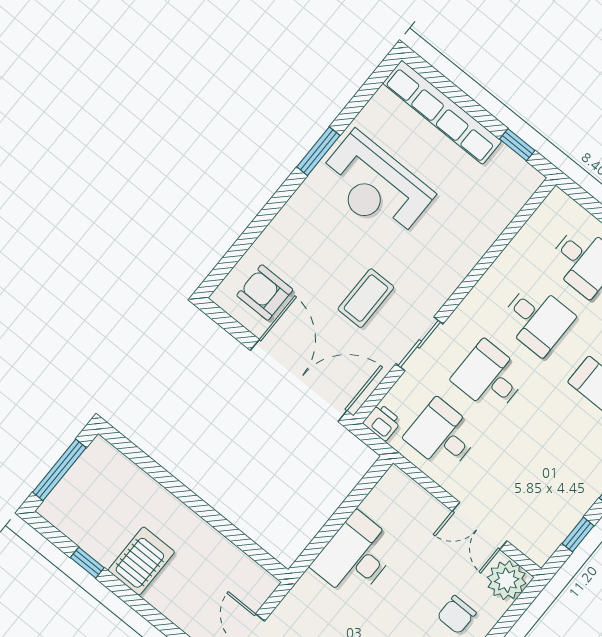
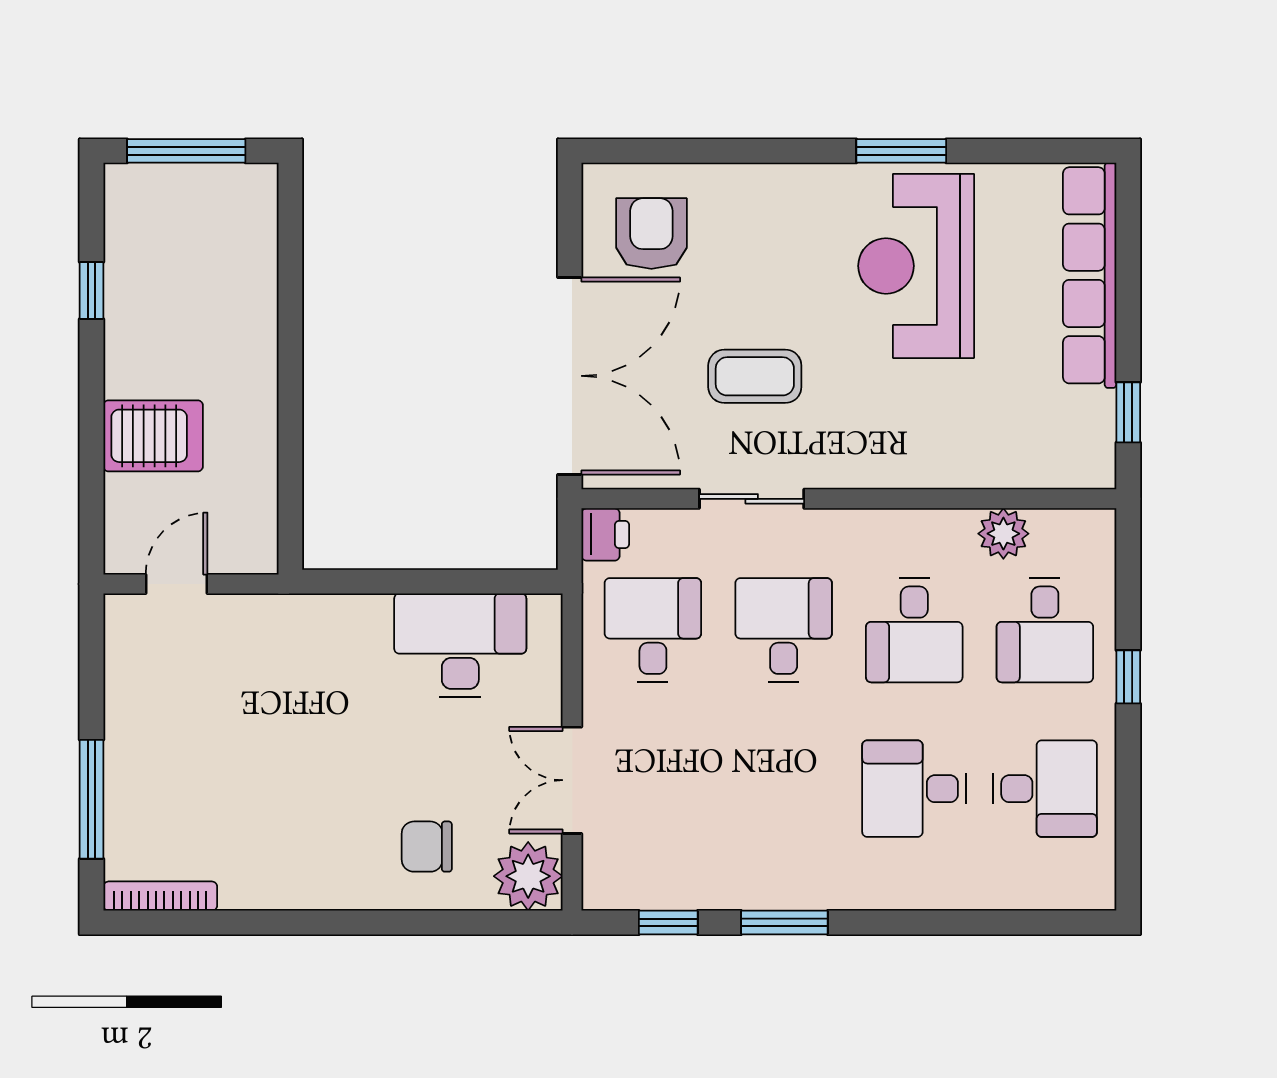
plant: (526, 244) -> (1003, 534), added
desk: (355, 556) -> (460, 645), moved
server rack: (141, 561) -> (153, 436), moved

